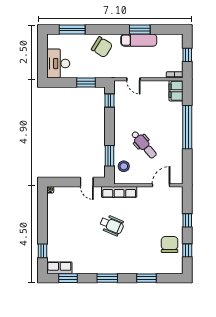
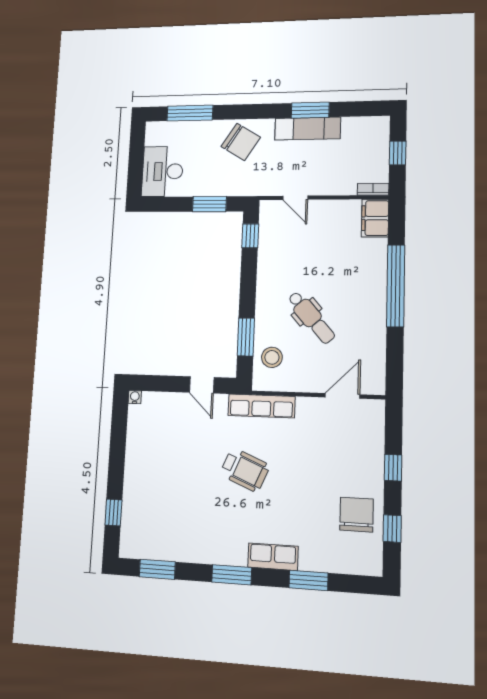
row of seats: (59, 268) -> (273, 557), moved

